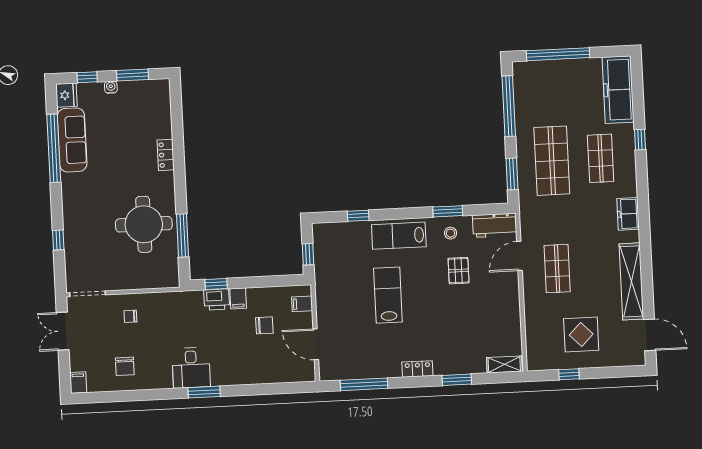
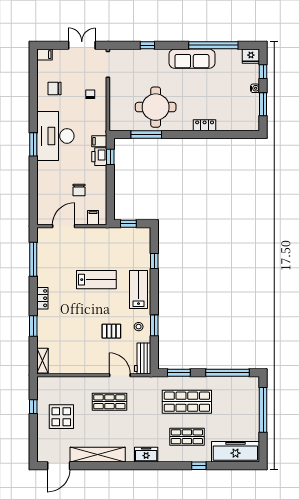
sofa: (72, 140) -> (192, 59), moved
filing cabinet: (238, 298) -> (99, 141), moved
desk: (191, 368) -> (55, 136), width x1.87, depth x1.30

